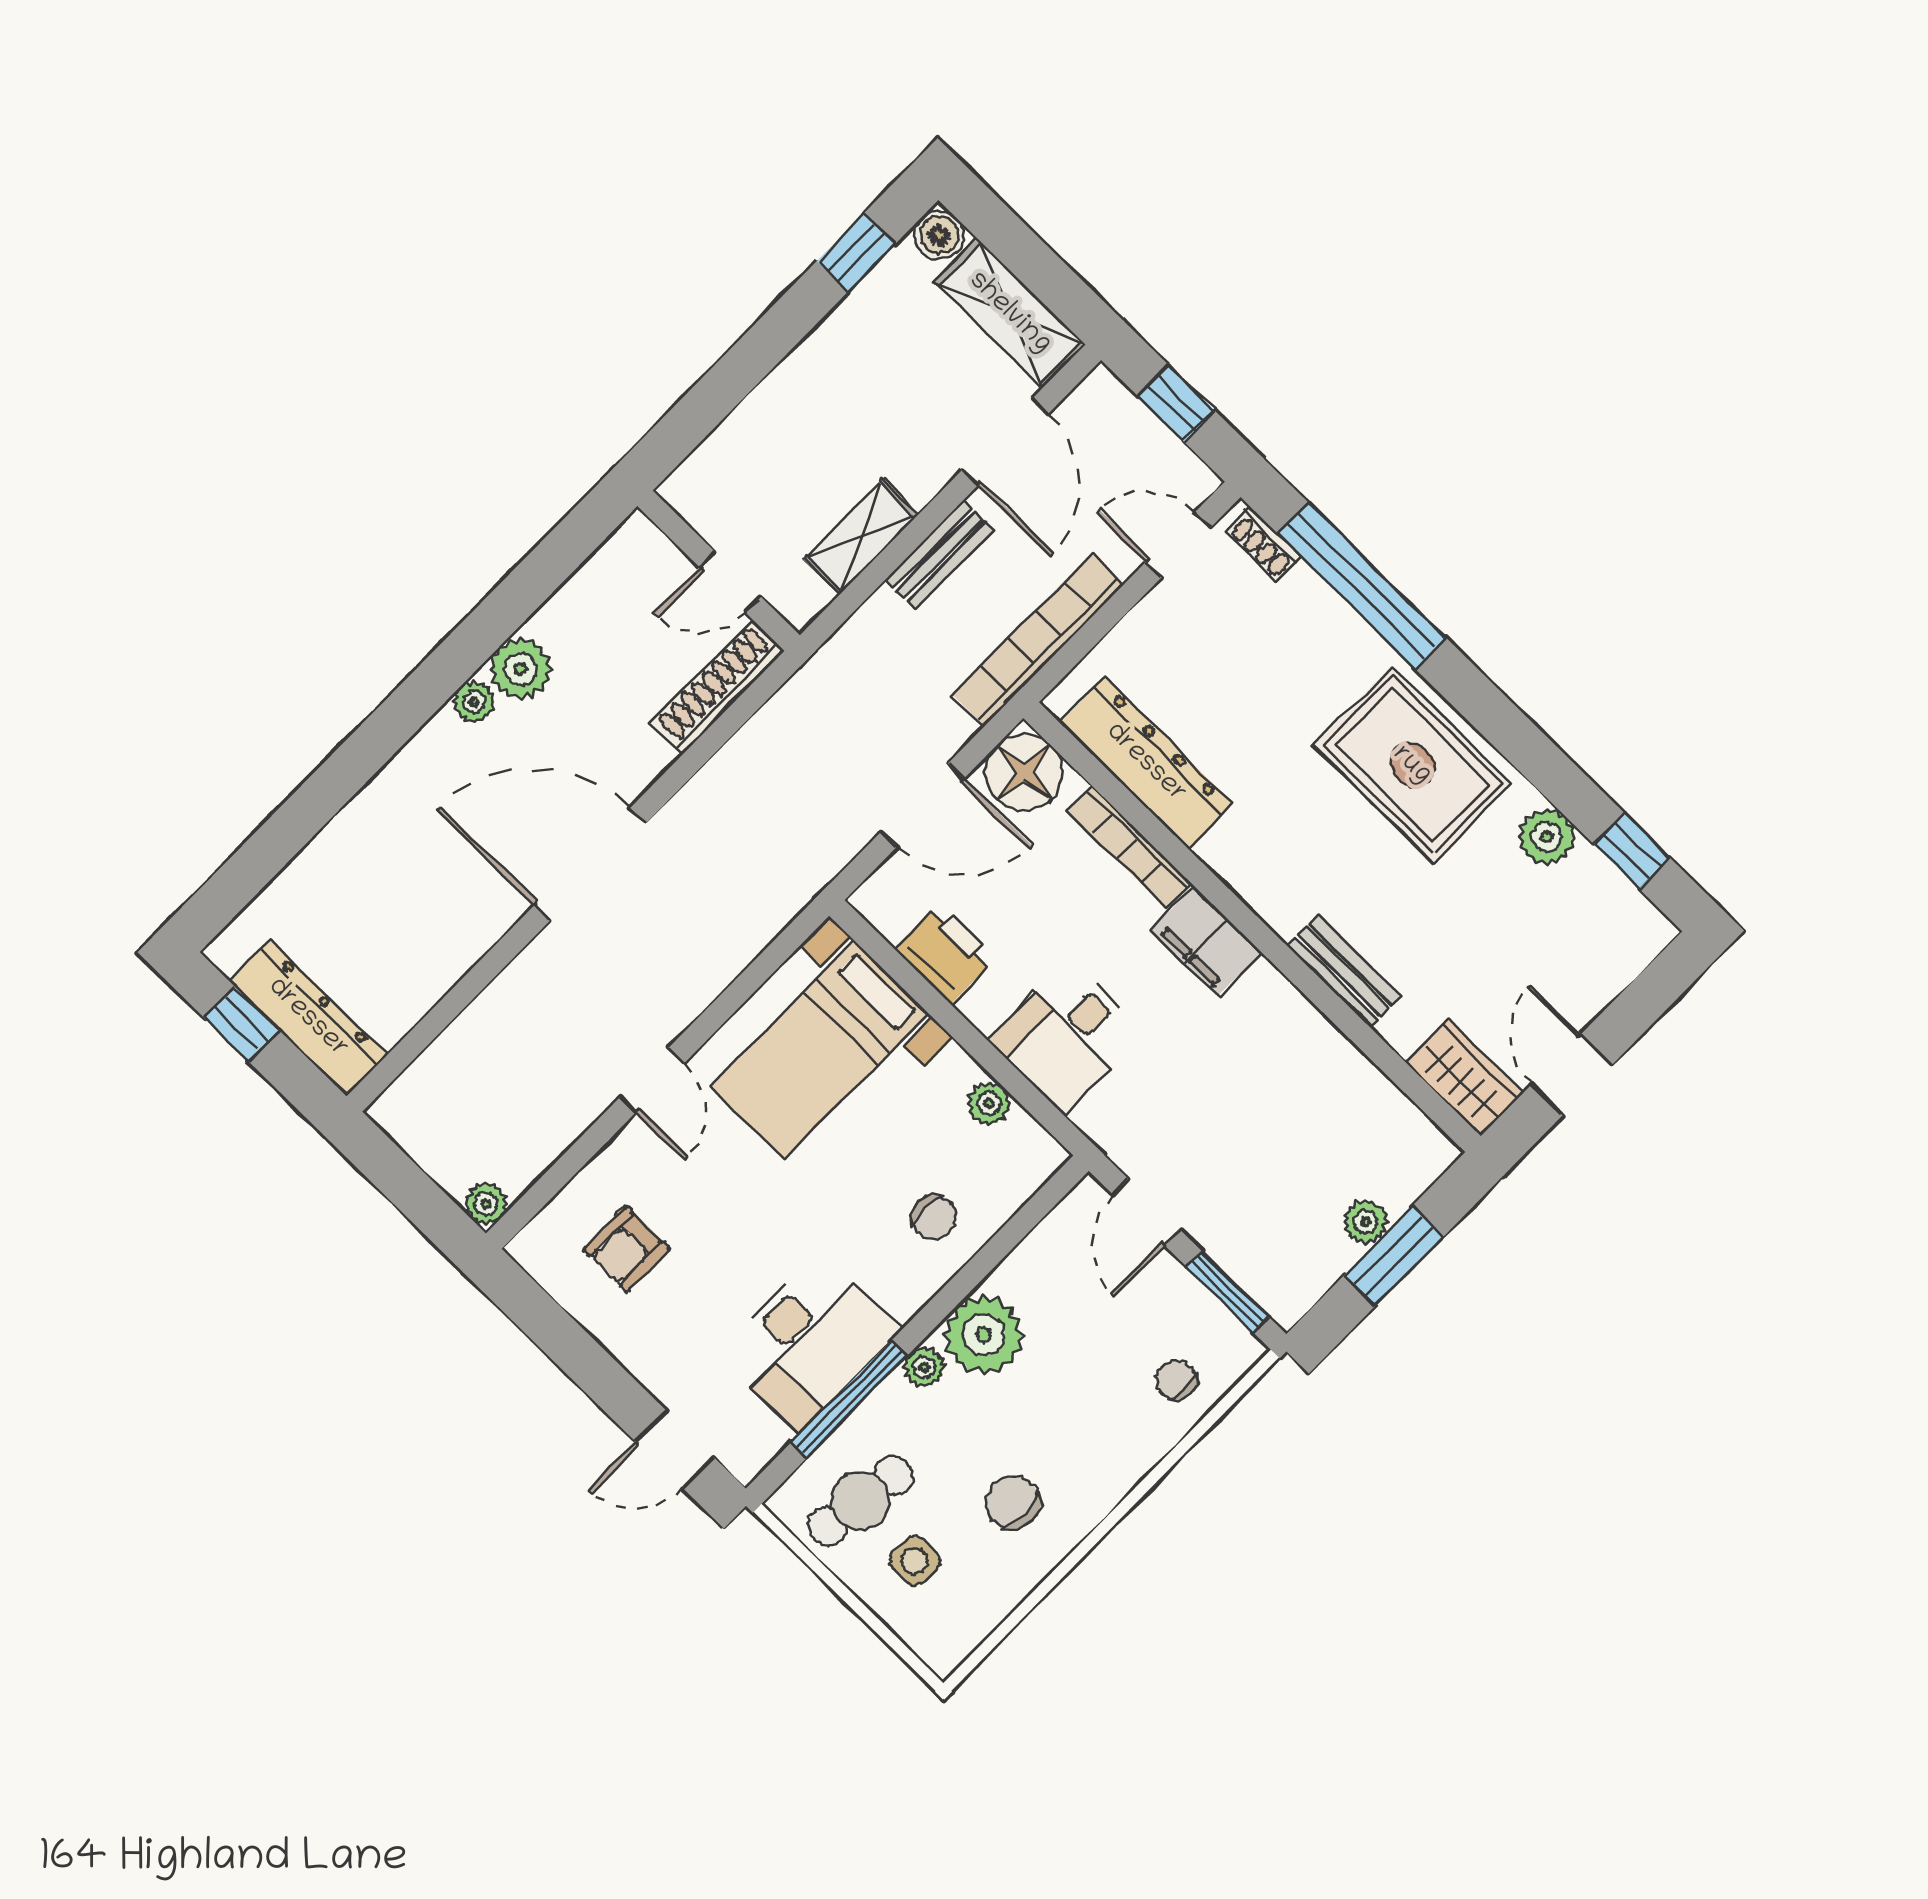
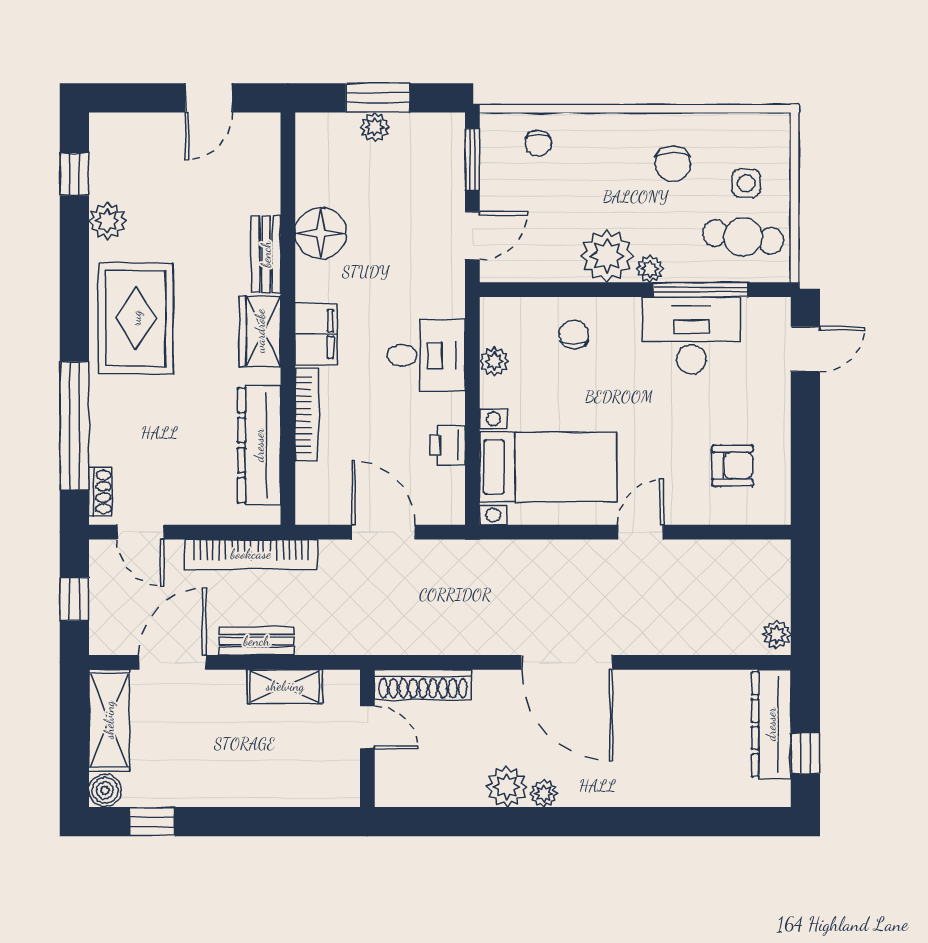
floor lamp: (1024, 772) -> (321, 233), moved
printer: (945, 953) -> (447, 445), width x0.73, depth x0.81
wardrobe: (1464, 1077) -> (260, 331), moved
plant: (486, 1204) -> (777, 635), moved
door: (674, 1449) -> (805, 349), hinge flipped

